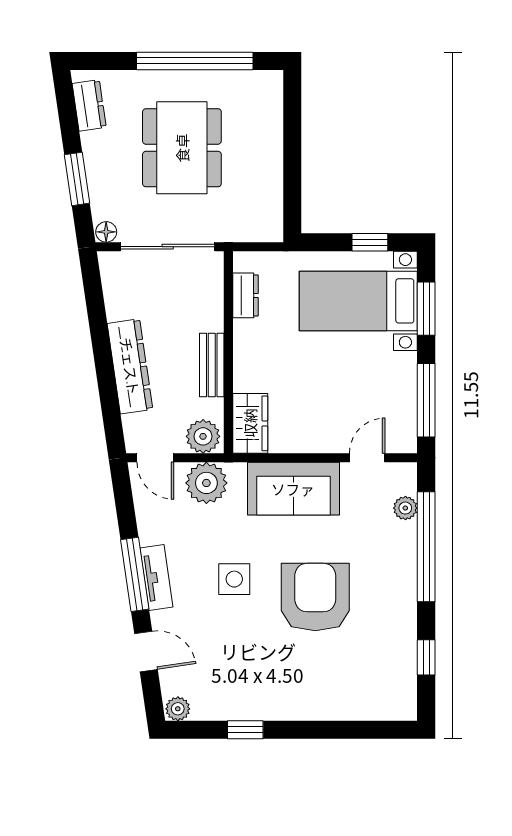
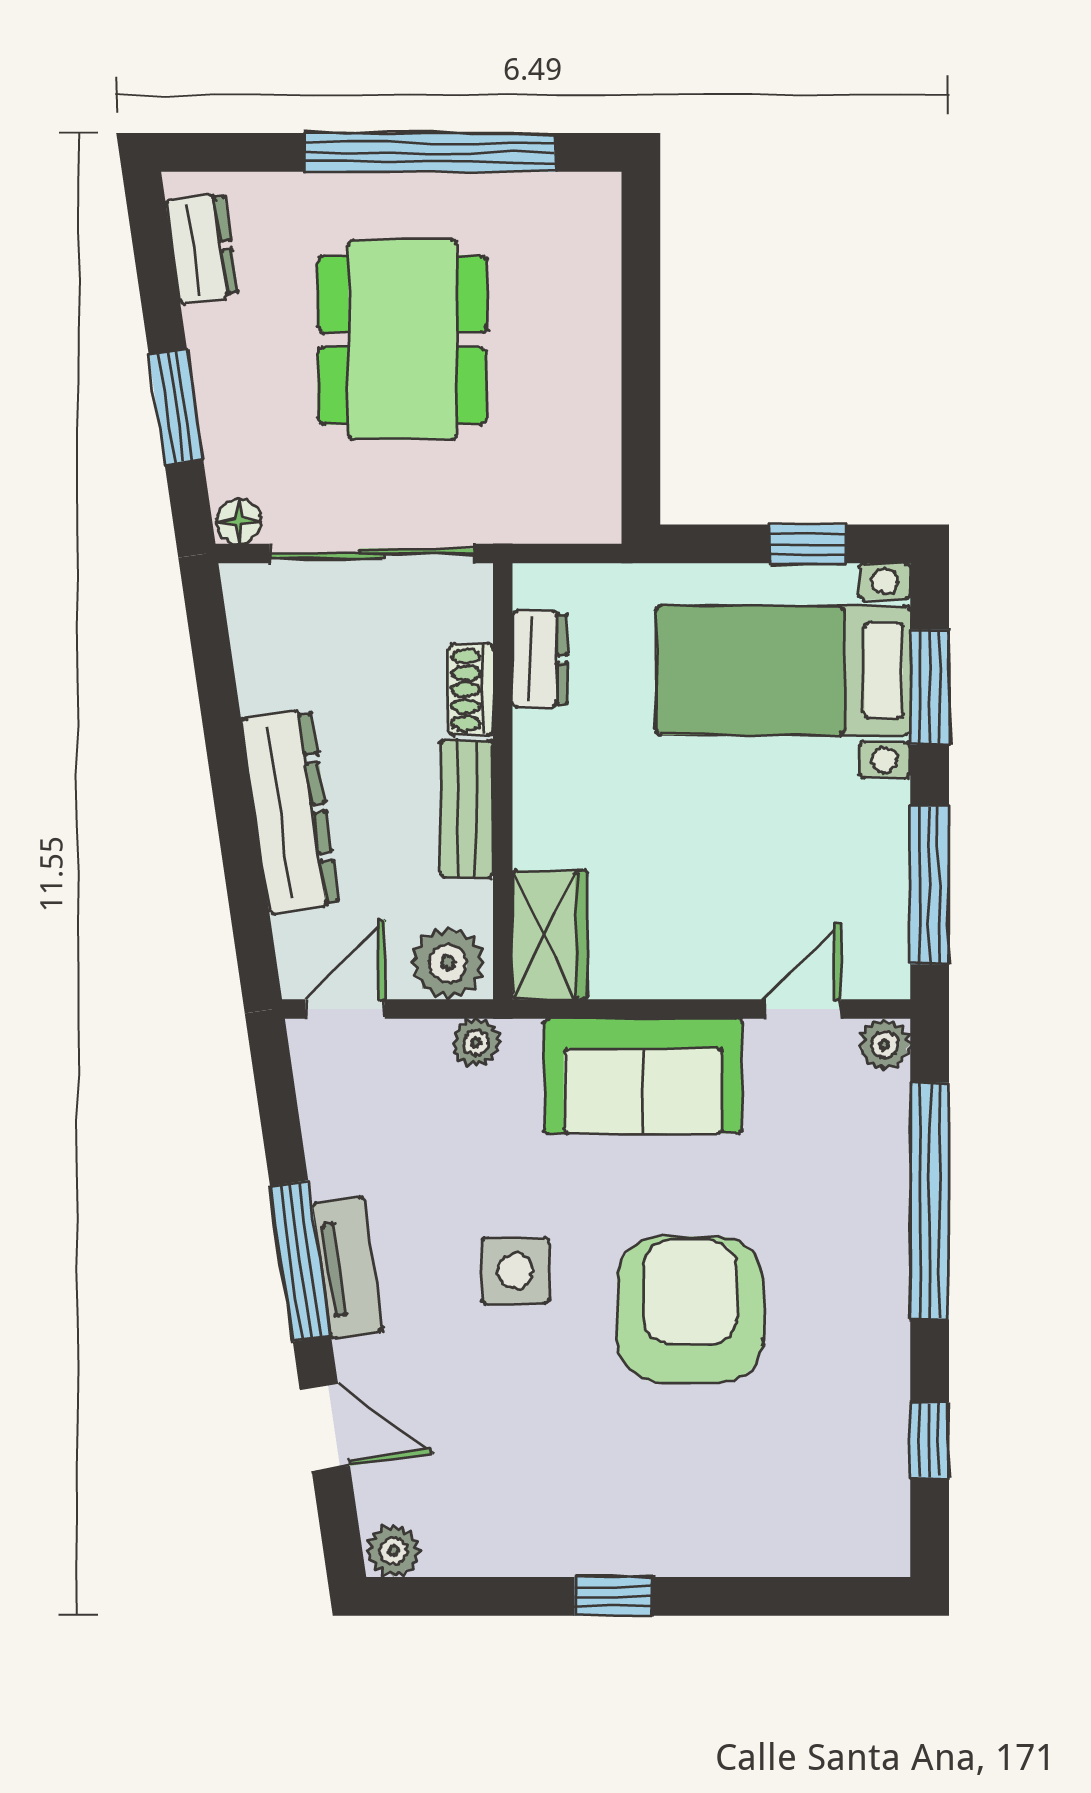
shoe rack: (214, 310) -> (471, 690), added
door: (155, 458) -> (345, 1009), swing flipped
plant: (206, 483) -> (476, 1043), width x0.53, depth x0.53
plant: (405, 508) -> (885, 1044), moved
window: (245, 730) -> (613, 1596), moved

